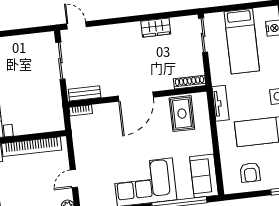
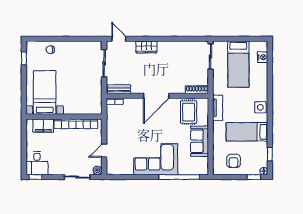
wardrobe: (156, 28) -> (146, 47), moved
sofa: (204, 176) -> (199, 141), moved

